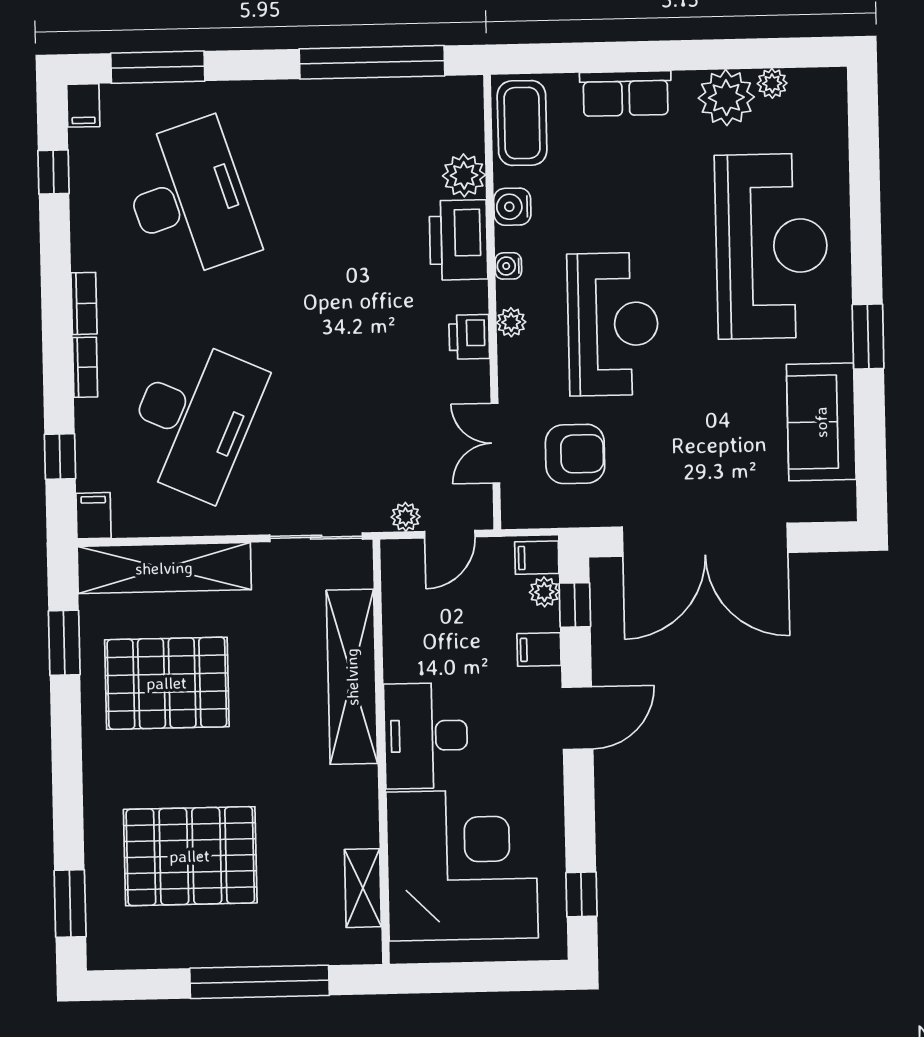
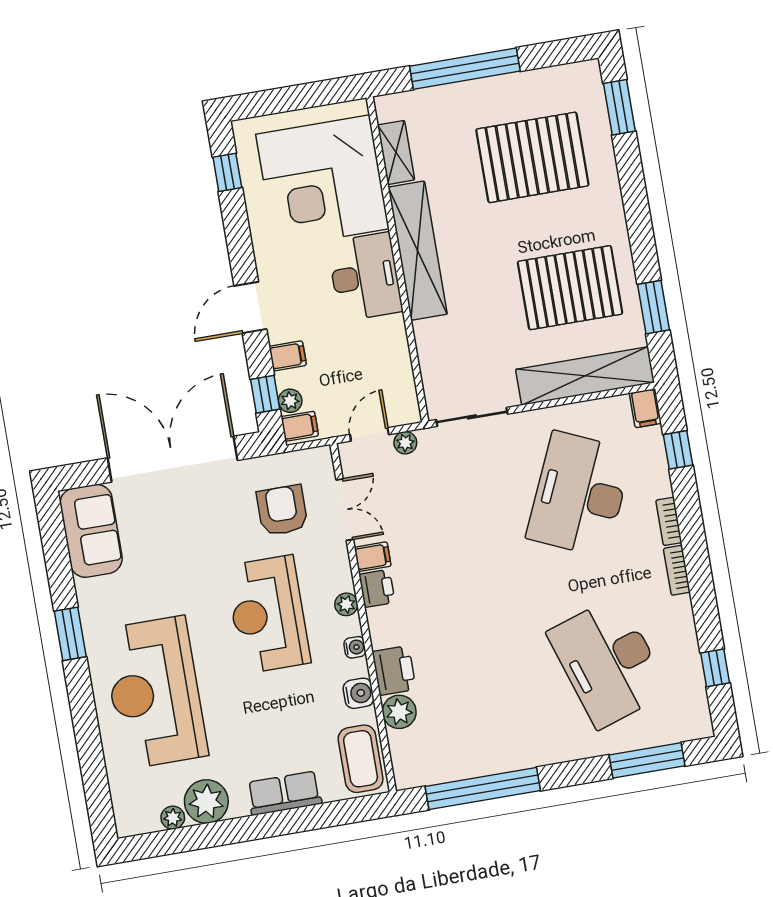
filing cabinet: (83, 105) -> (373, 557), moved, turned 90
printer: (458, 240) -> (394, 671), width x0.73, depth x0.84
sofa: (821, 422) -> (91, 531), moved
armchair: (575, 454) -> (282, 510), turned 90
shelving: (352, 677) -> (418, 251), moved

